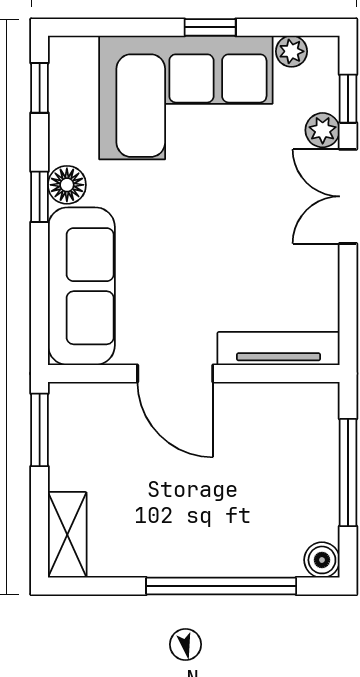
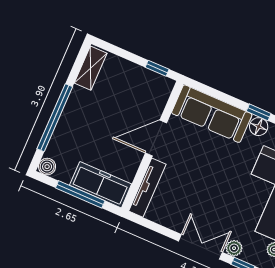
window: (40, 430) -> (157, 68), width x0.67
freezer: (312, 441) -> (101, 185), added
shelving: (67, 535) -> (91, 68), moved, turned 90

